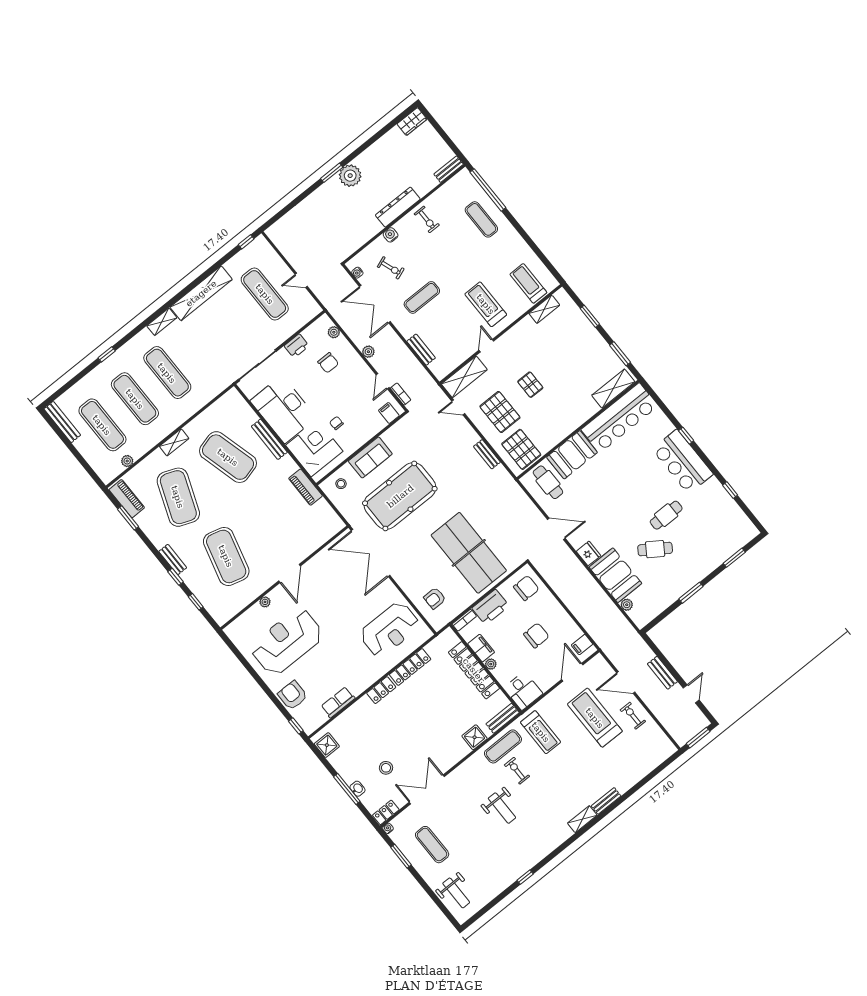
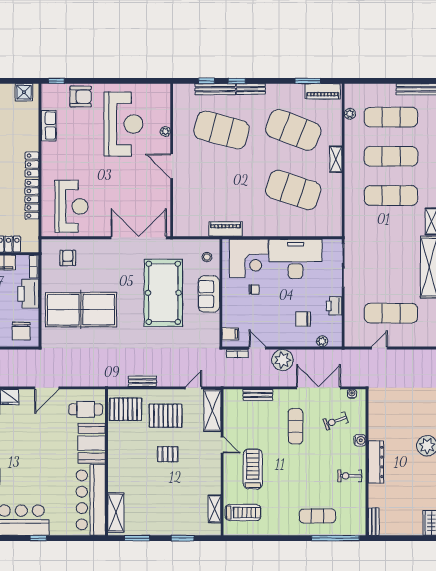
treadmill: (486, 304) -> (253, 469), turned -90
plant: (368, 352) -> (283, 360), width x1.88, depth x1.88
bench: (269, 439) -> (215, 89), moved
exercise mat: (228, 457) -> (293, 190), turned 33
reception desk: (390, 630) -> (71, 206), turned 180

